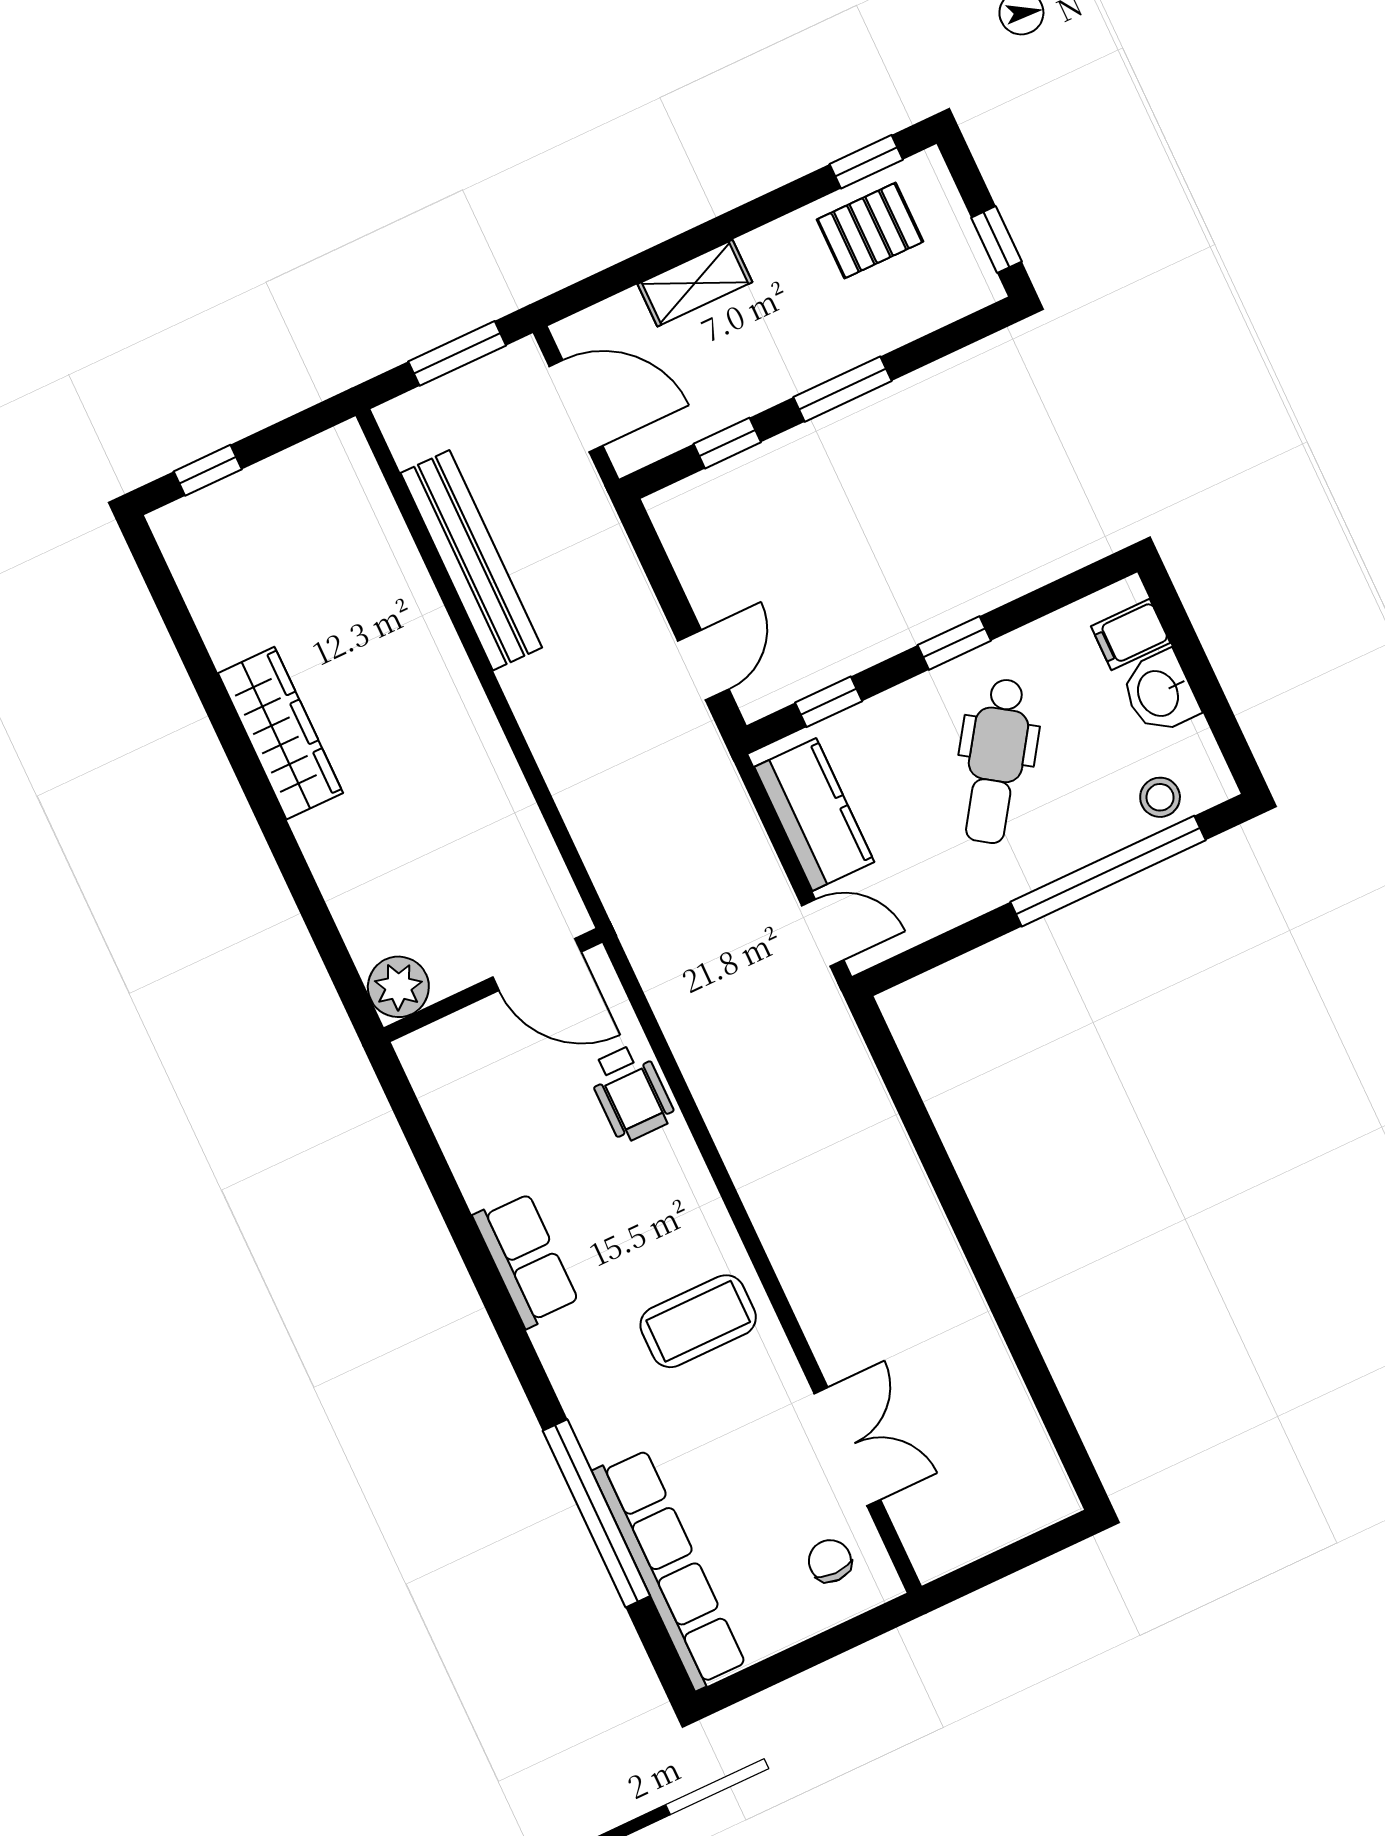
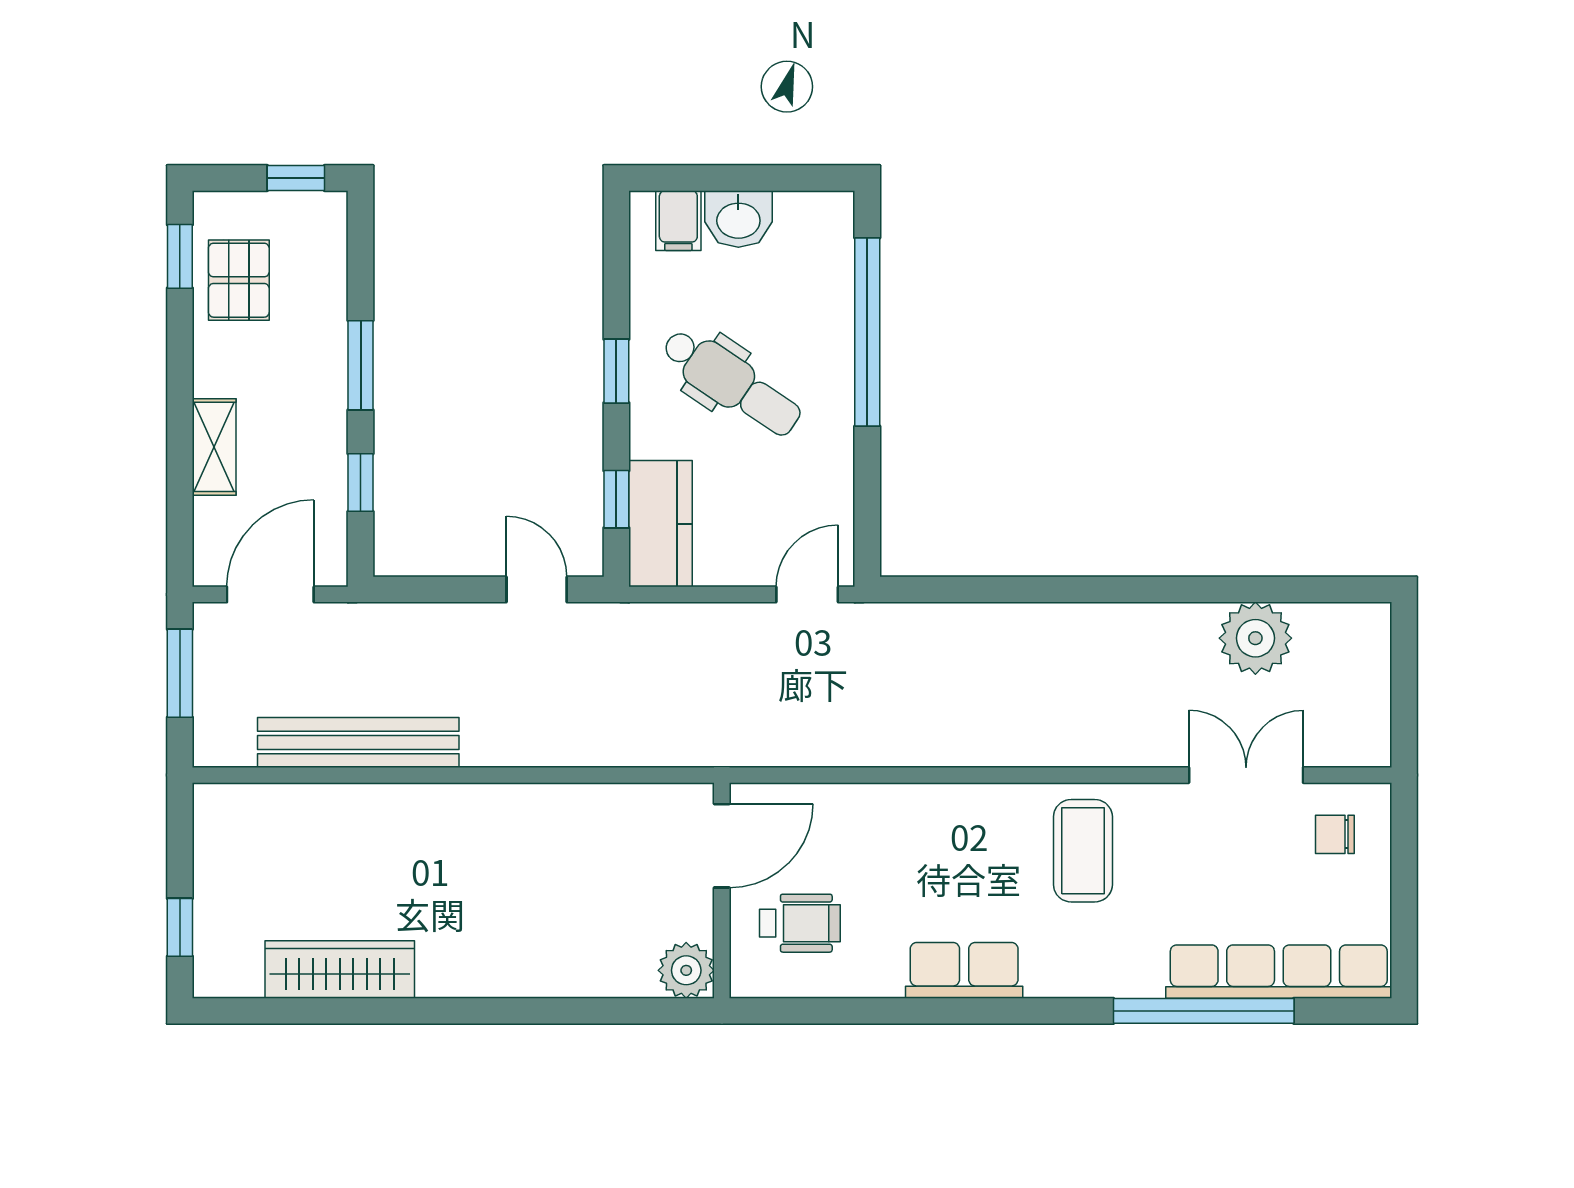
wardrobe: (280, 733) -> (340, 969), moved
stool: (1160, 797) -> (826, 260), removed
kitchen counter: (814, 815) -> (661, 524), moved, turned 90
wheelchair: (631, 1093) -> (800, 923), moved
plant: (986, 1393) -> (1255, 638), added

